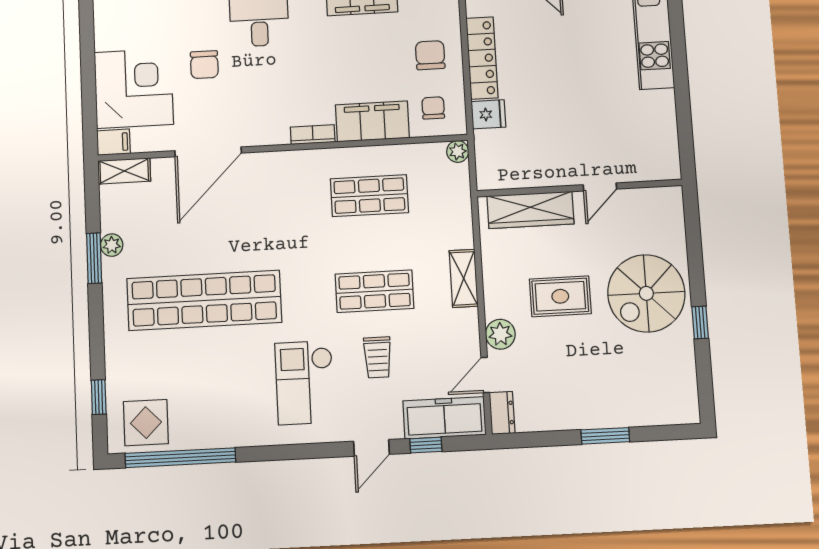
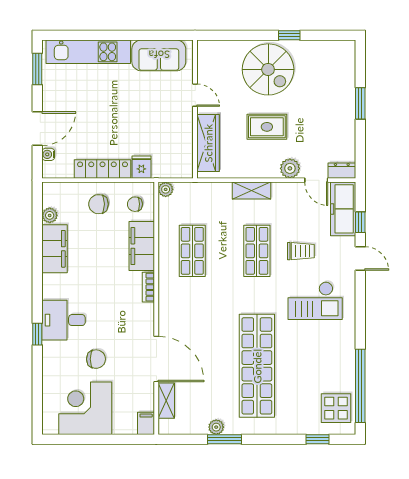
corner desk: (134, 88) -> (85, 408), moved
sofa: (655, 130) -> (159, 55), added
shelving: (124, 171) -> (166, 401), moved
rug: (560, 296) -> (267, 127), turned 90

